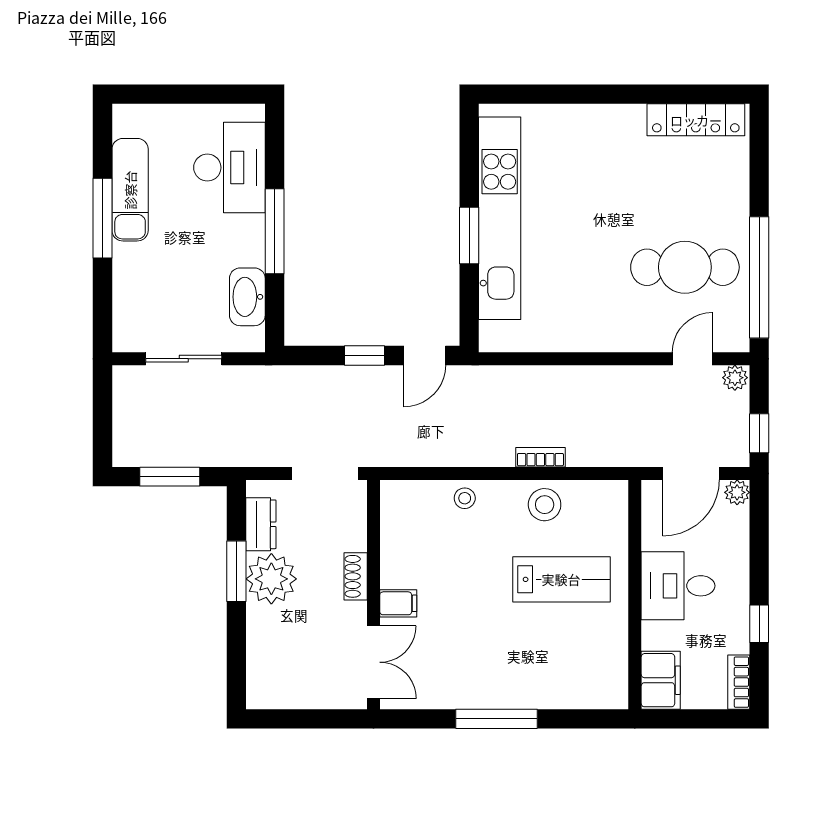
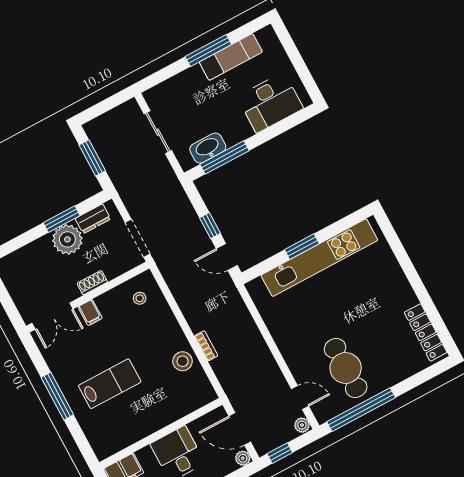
window: (275, 231) -> (225, 157), moved
stool: (465, 498) -> (140, 298), moved
lab bench: (561, 579) -> (110, 384), moved, turned -90

